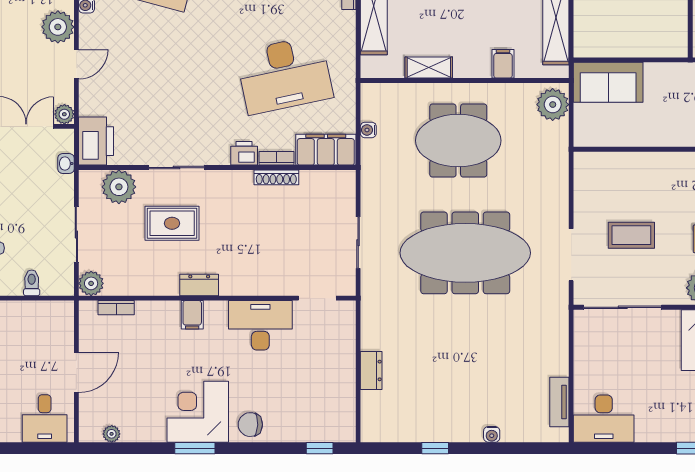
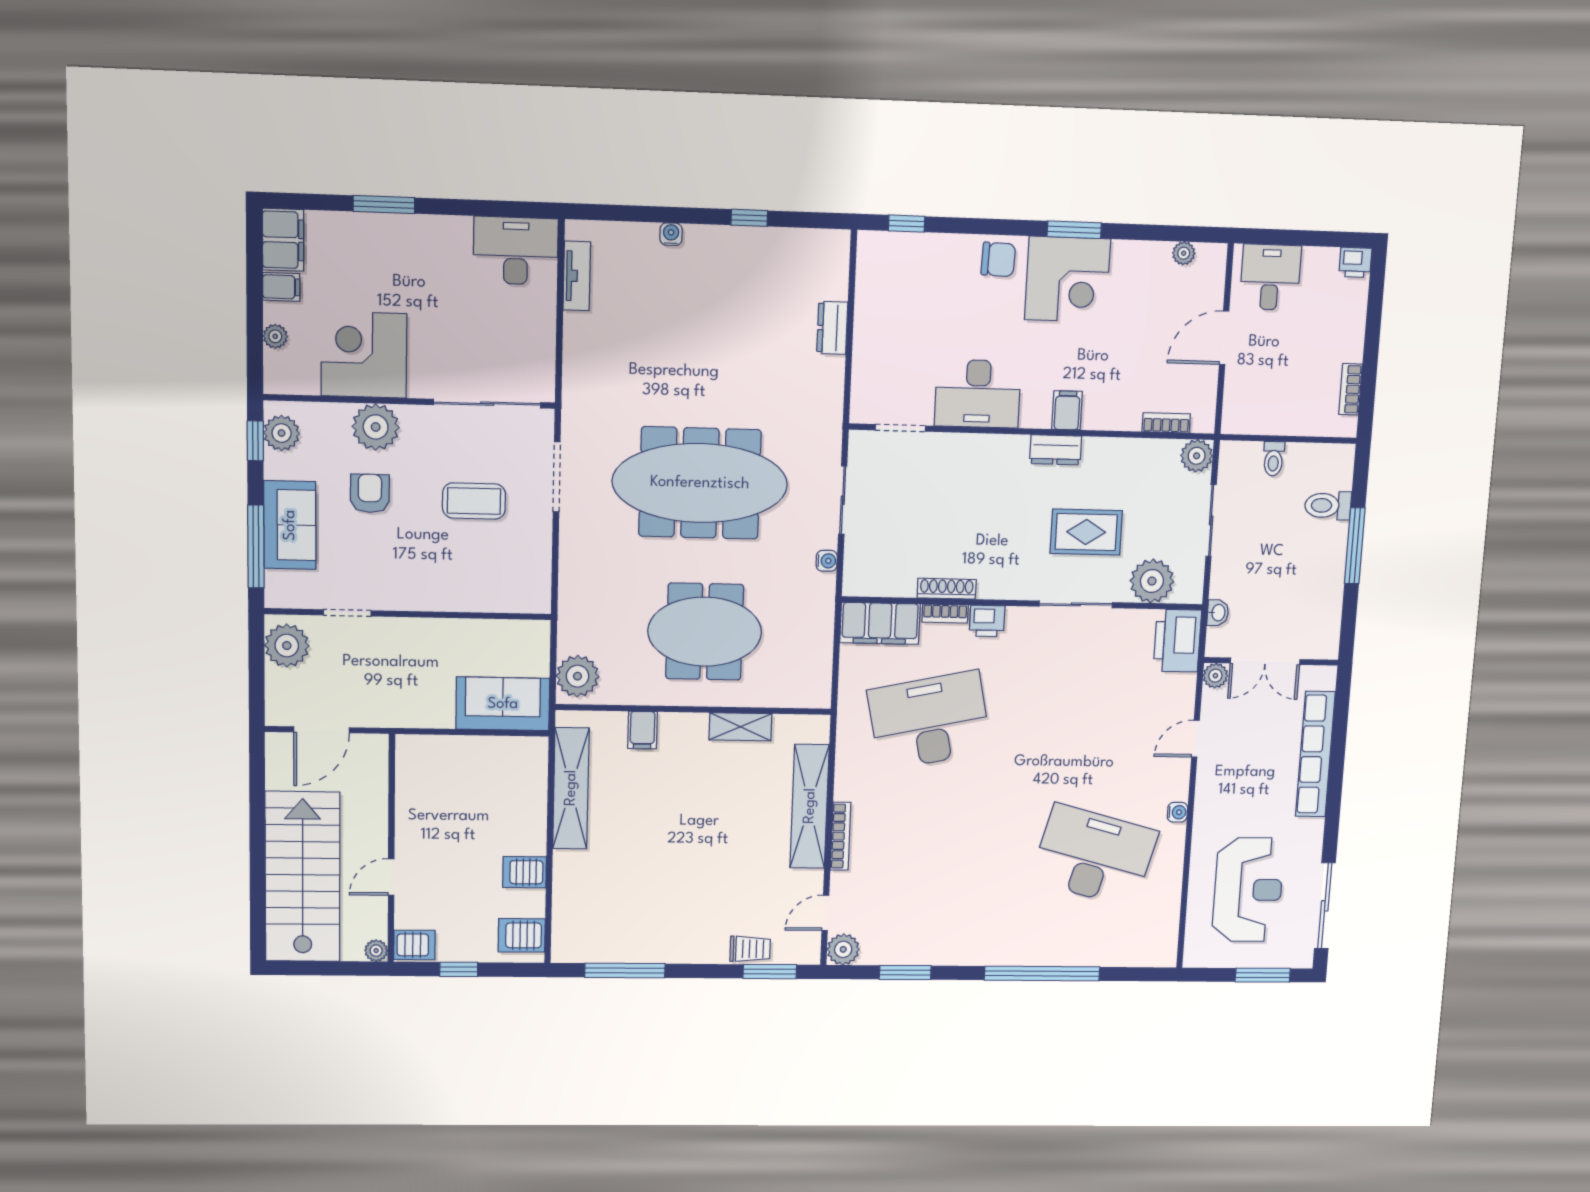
plant: (58, 27) -> (1216, 786), removed
water cooler: (368, 130) -> (827, 561), moved

